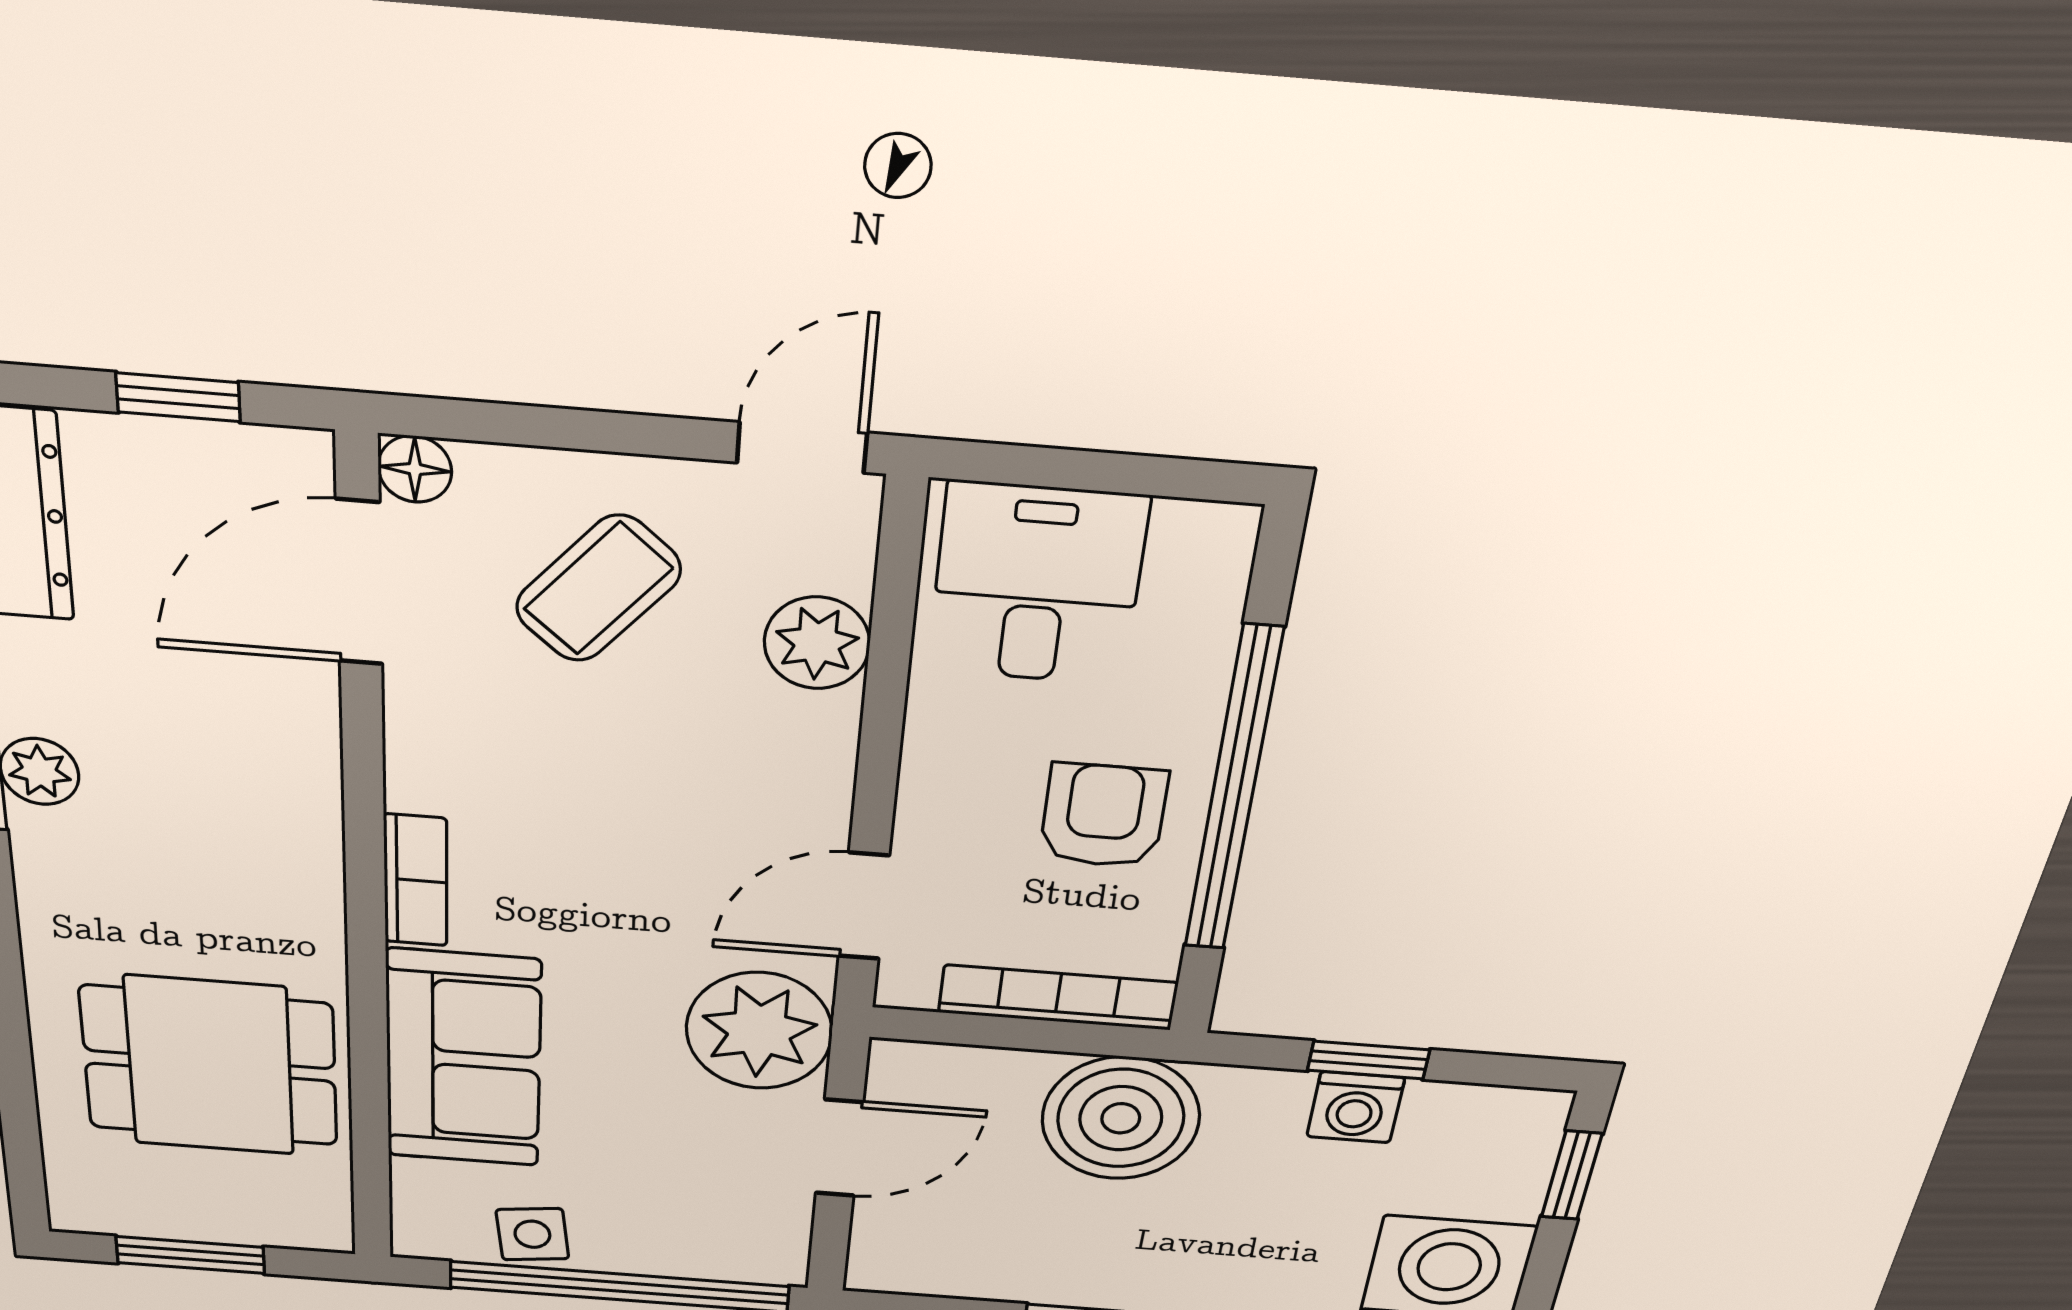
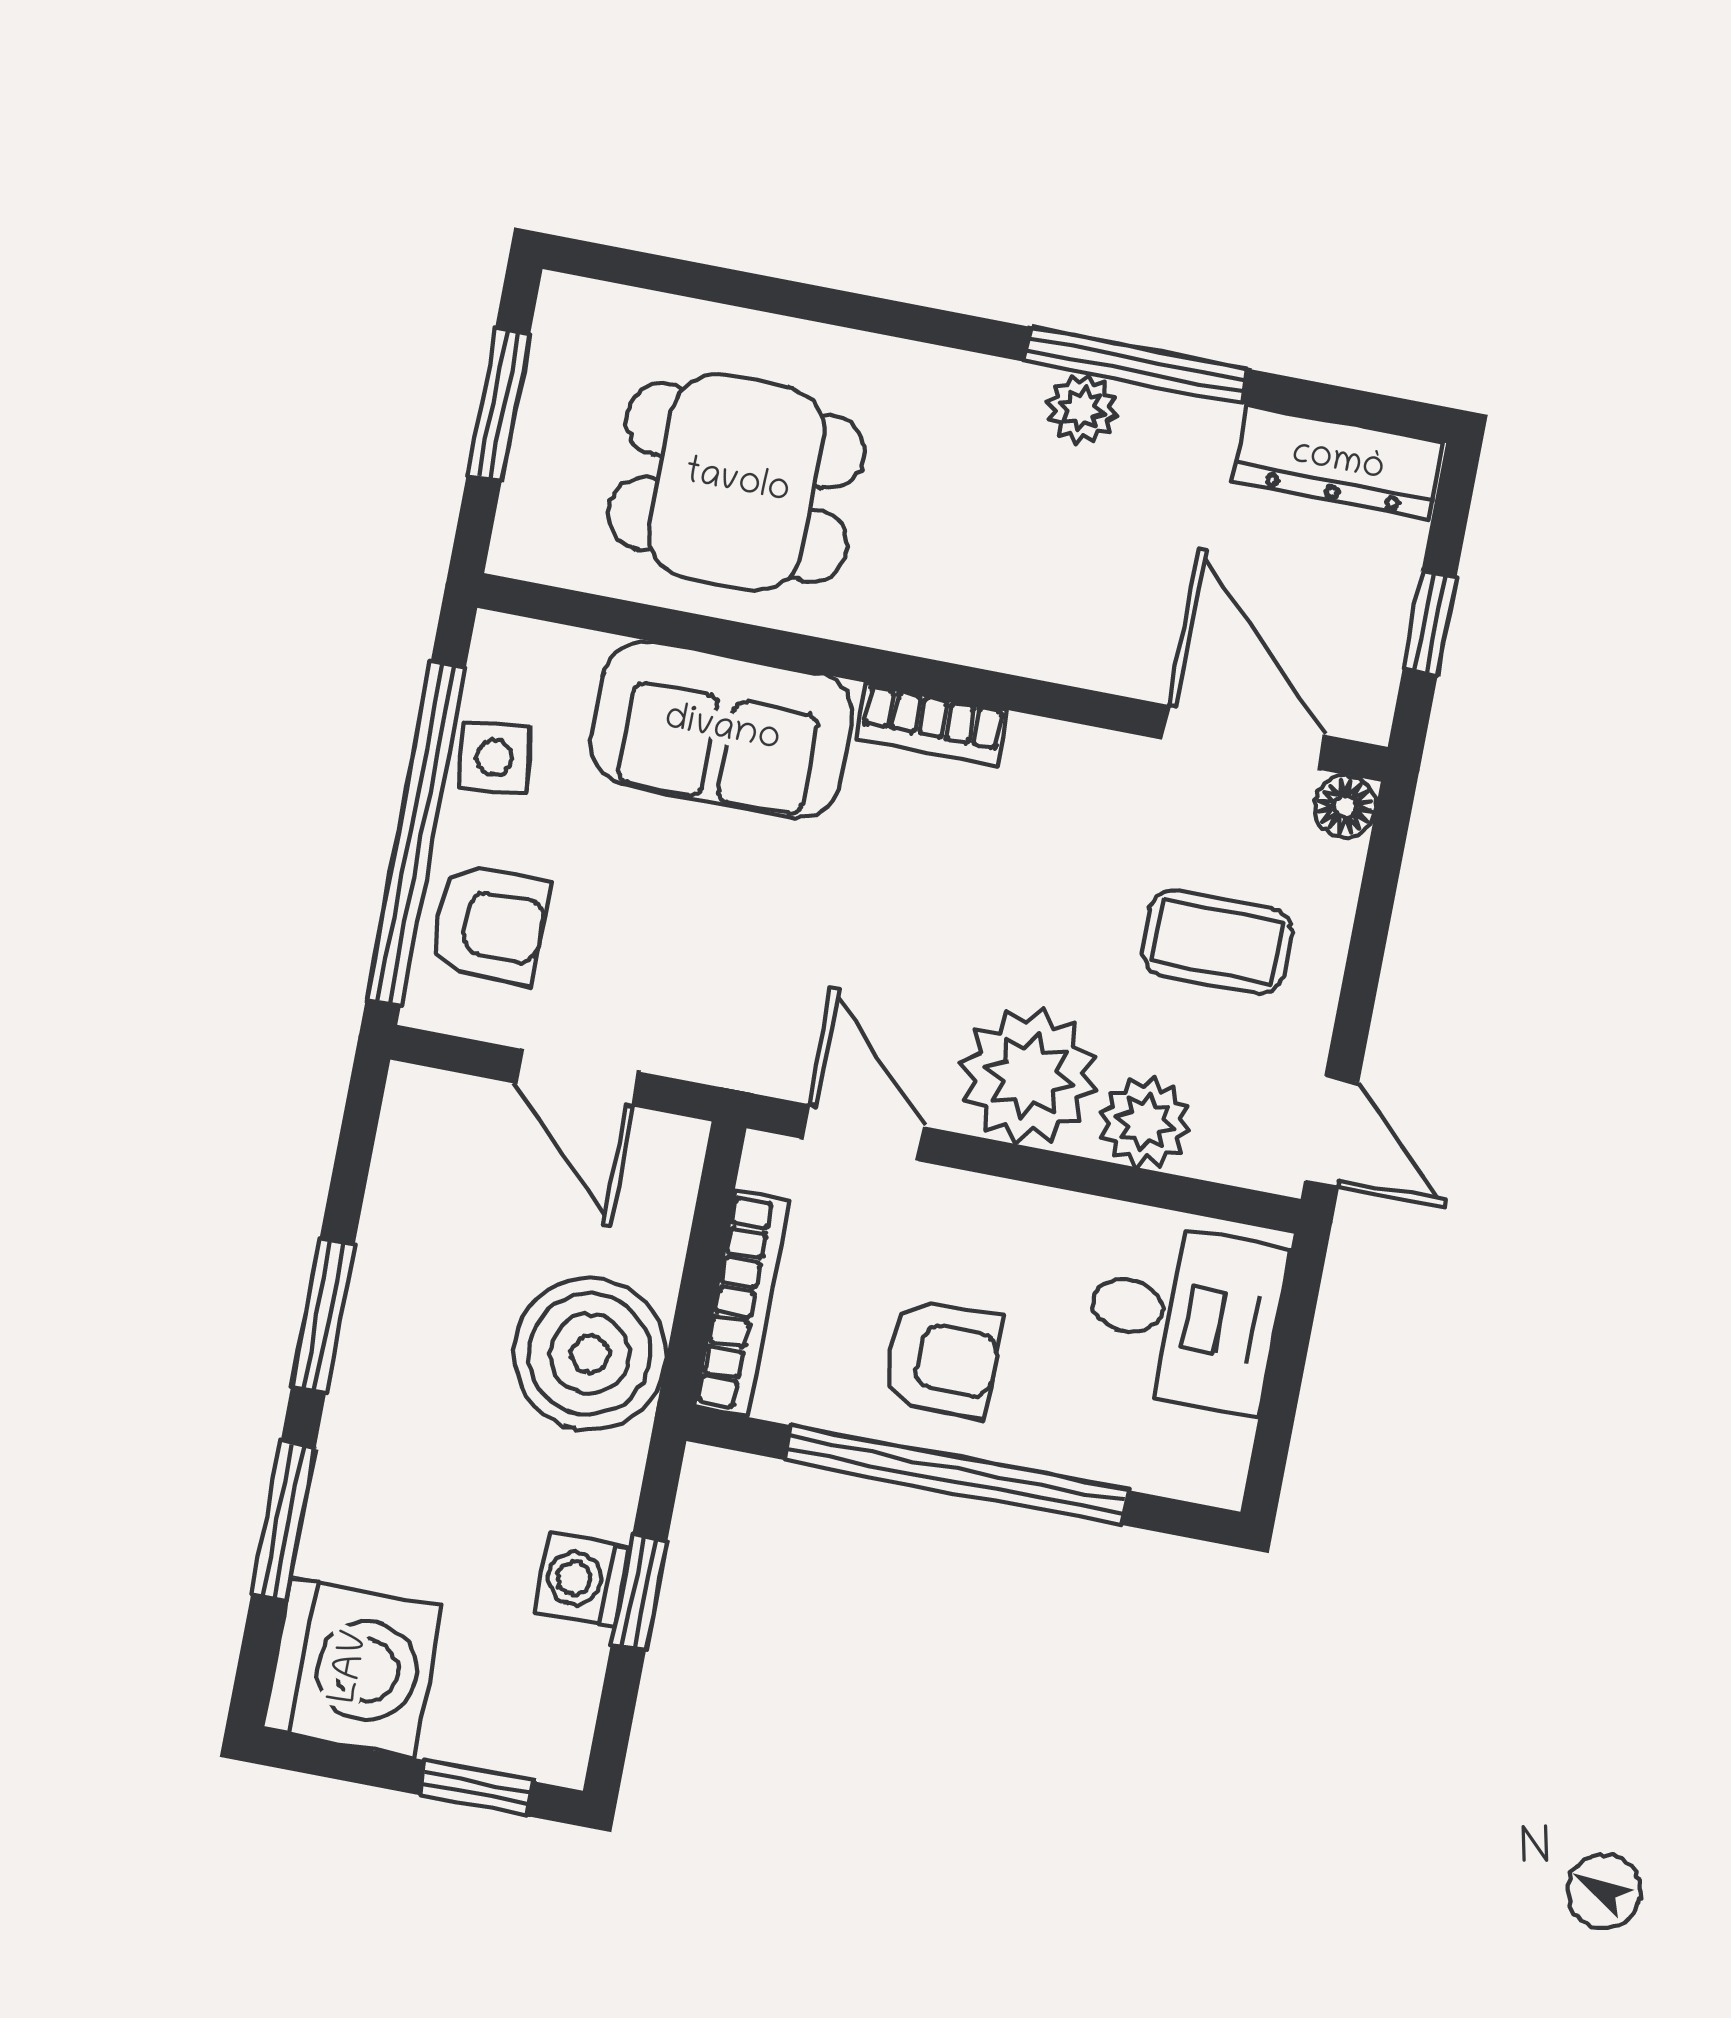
coffee table: (598, 588) -> (1217, 942), turned -41
plant: (759, 1031) -> (1029, 1076), moved
dining table: (210, 1066) -> (737, 483), turned 90
armchair: (697, 1227) -> (489, 925), added

